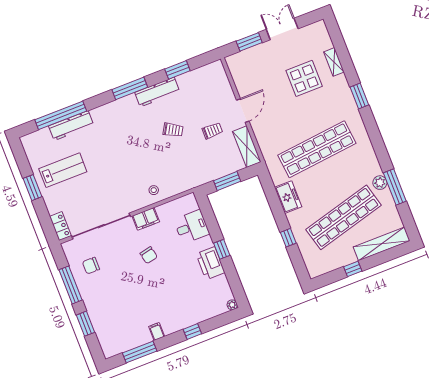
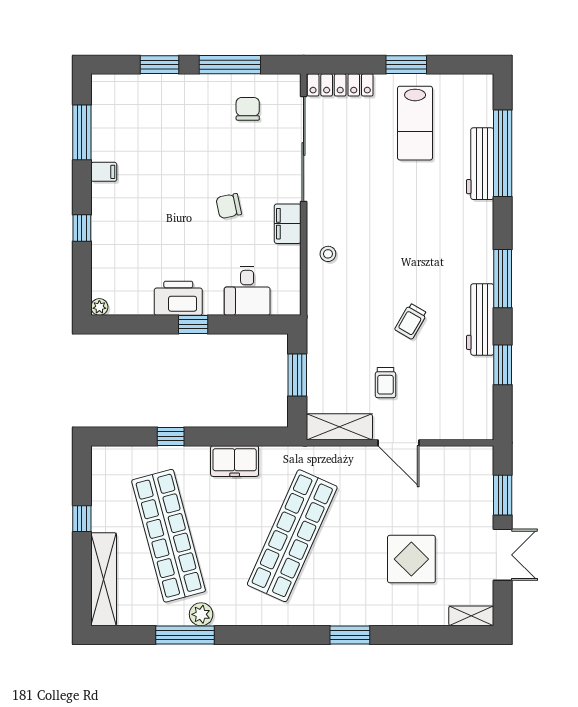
shelving: (334, 62) -> (471, 616), moved
shop shelf: (317, 149) -> (292, 536), turned 30
locker: (60, 226) -> (340, 85), width x1.53

